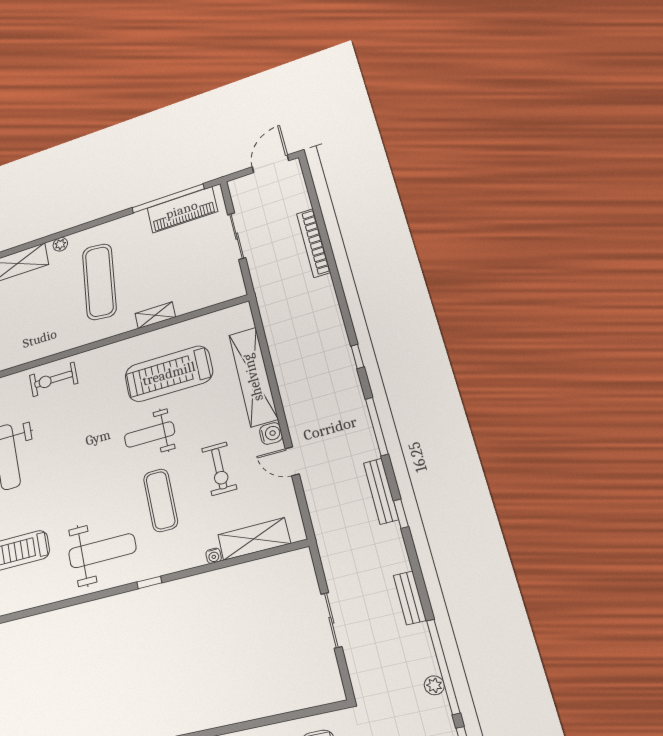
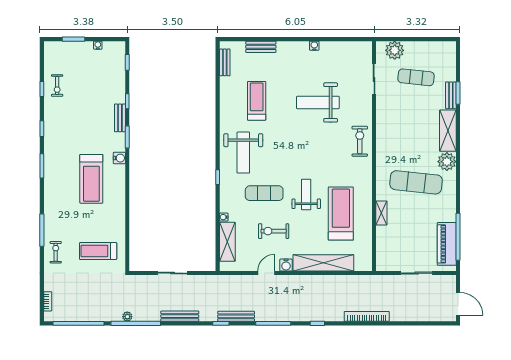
bookcase: (314, 243) -> (367, 316), moved
plant: (60, 244) -> (447, 162), width x1.87, depth x1.87
bench: (410, 598) -> (180, 316), width x1.36

